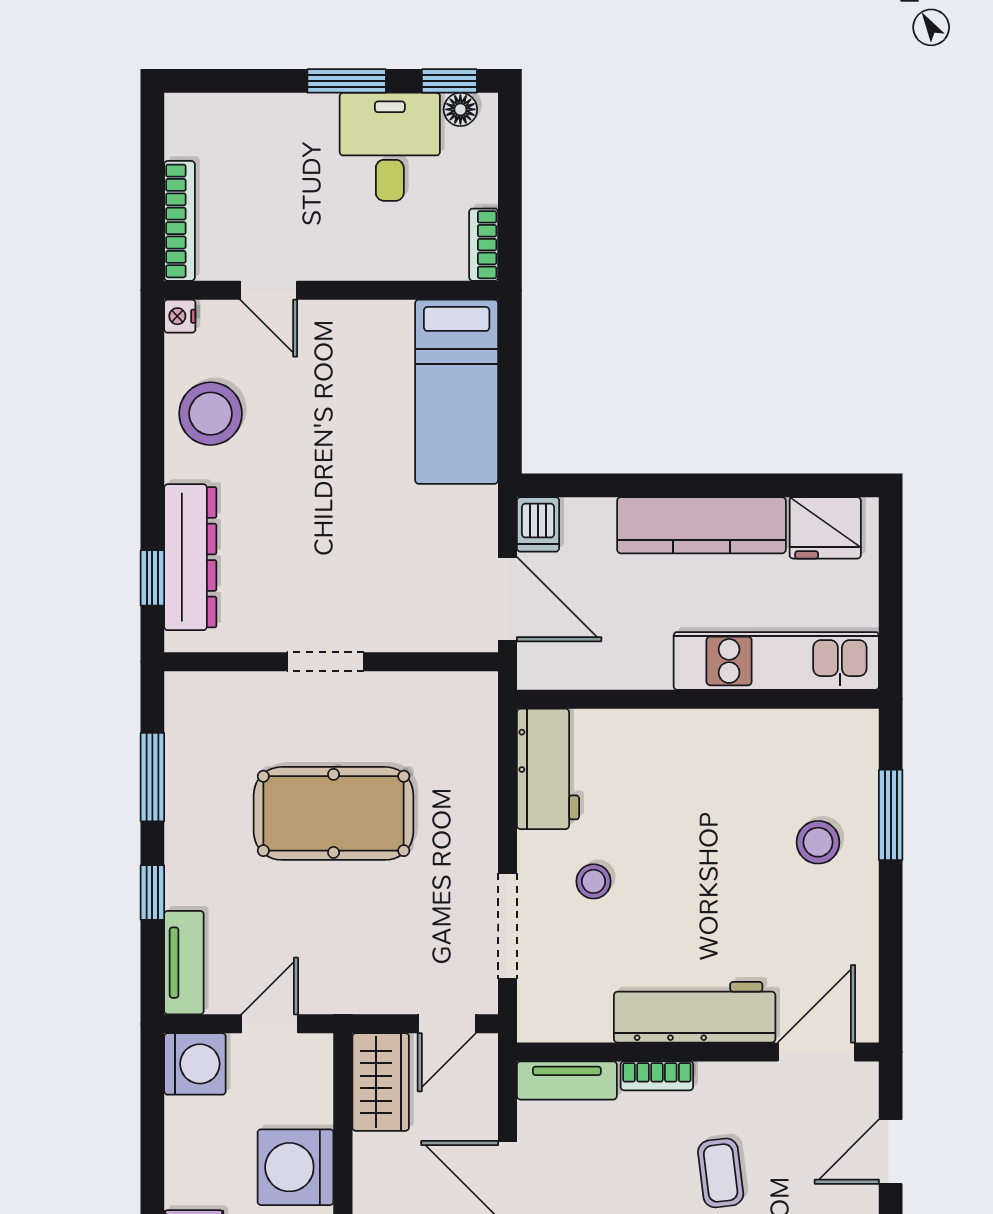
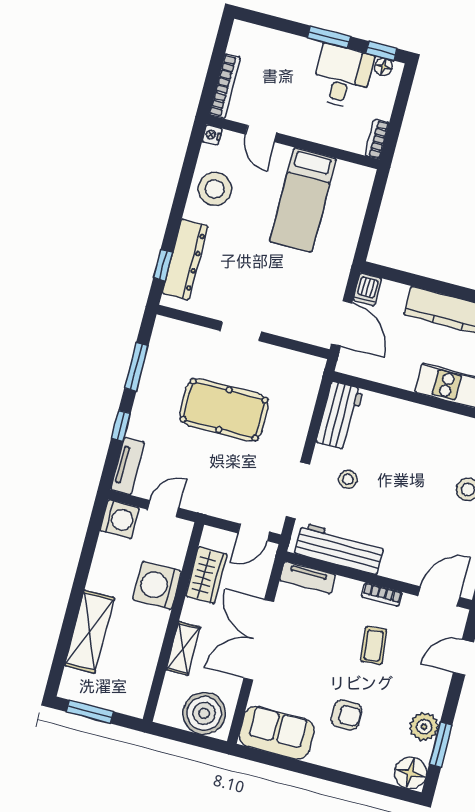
bed: (457, 392) -> (303, 200), moved
workbench: (695, 1012) -> (340, 549), moved
bookcase: (657, 1076) -> (382, 595), moved
wardrobe: (381, 1082) -> (206, 575), moved

